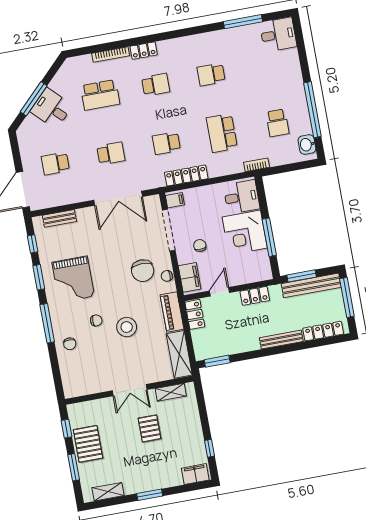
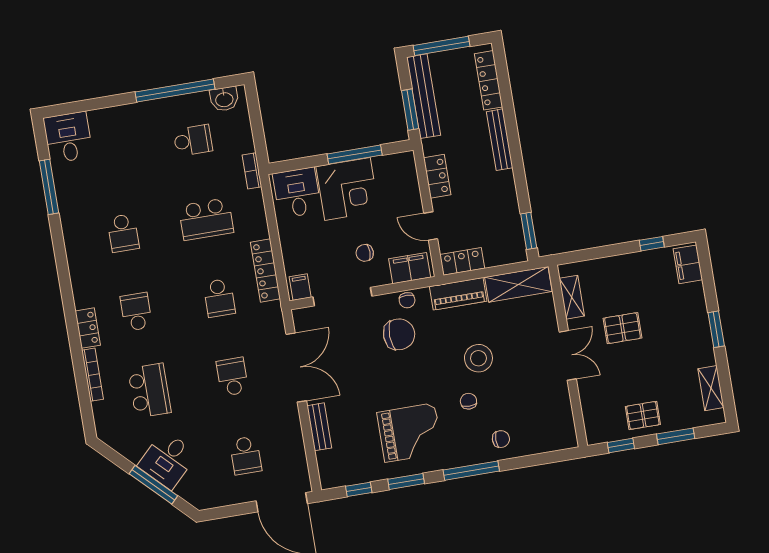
bench: (59, 218) -> (319, 427), moved
pallet: (88, 444) -> (643, 415), width x0.67, depth x0.71

